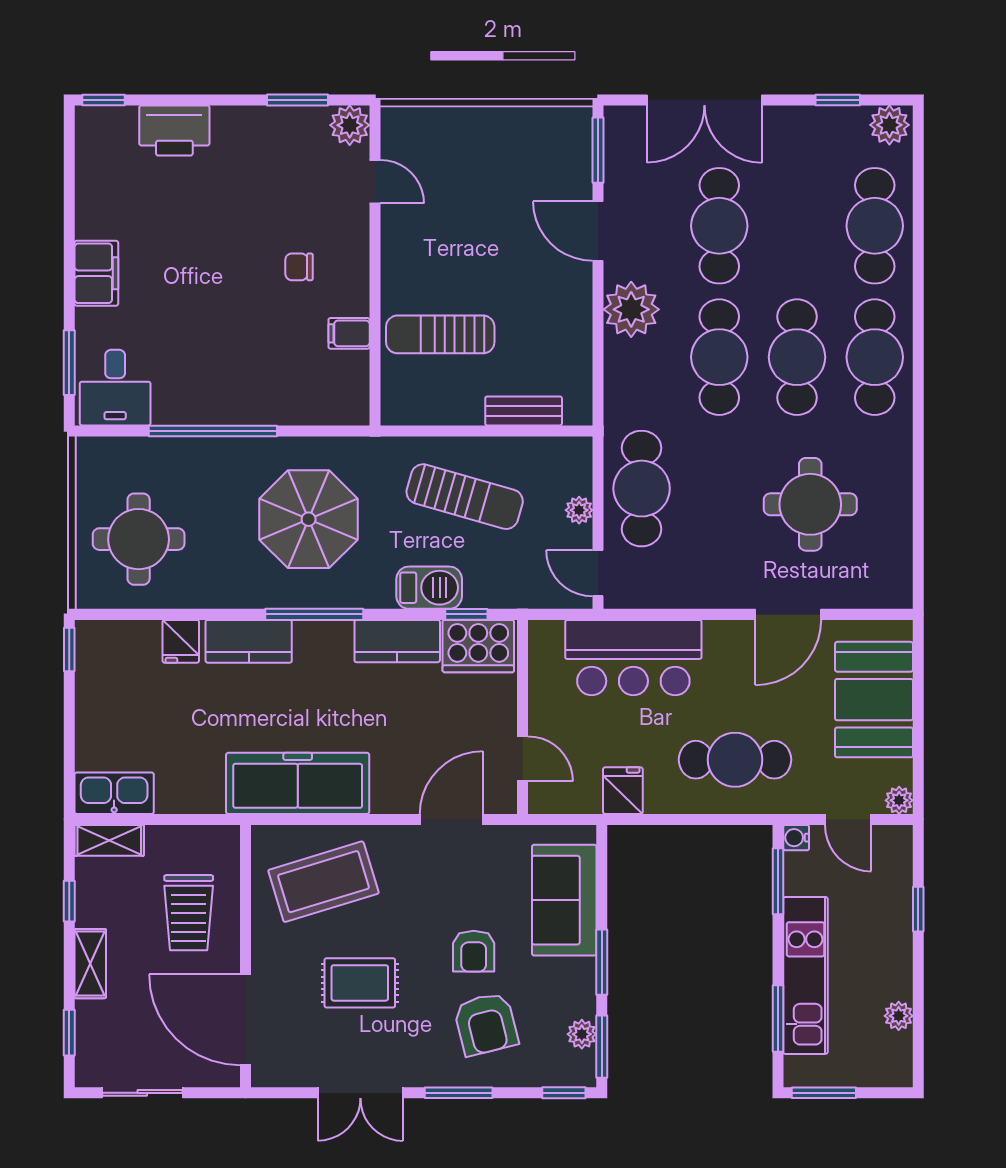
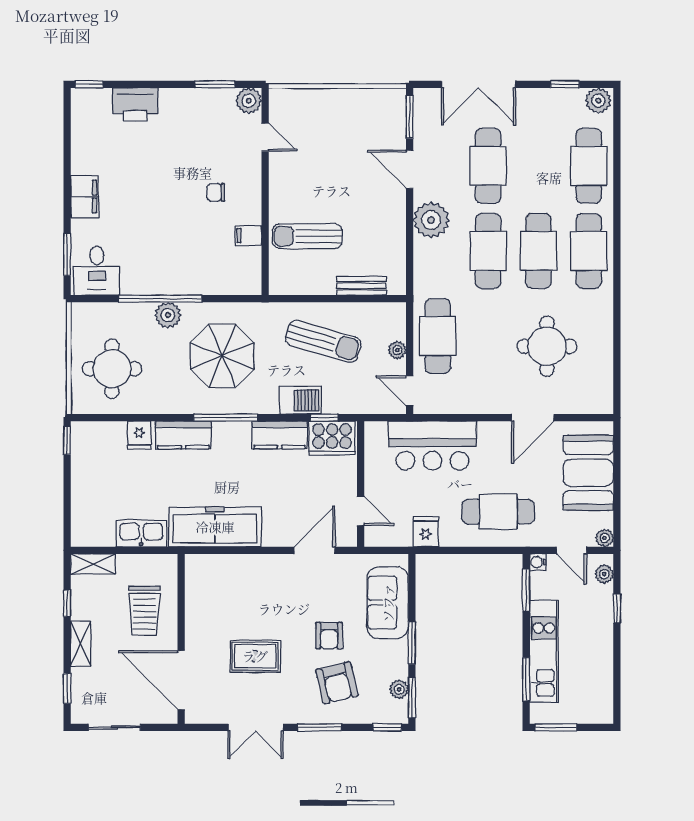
plant: (225, 456) -> (168, 315), added
kitchen sink: (114, 793) -> (141, 533), moved
coffee table: (324, 882) -> (232, 591), removed
plant: (899, 1016) -> (604, 574), moved

